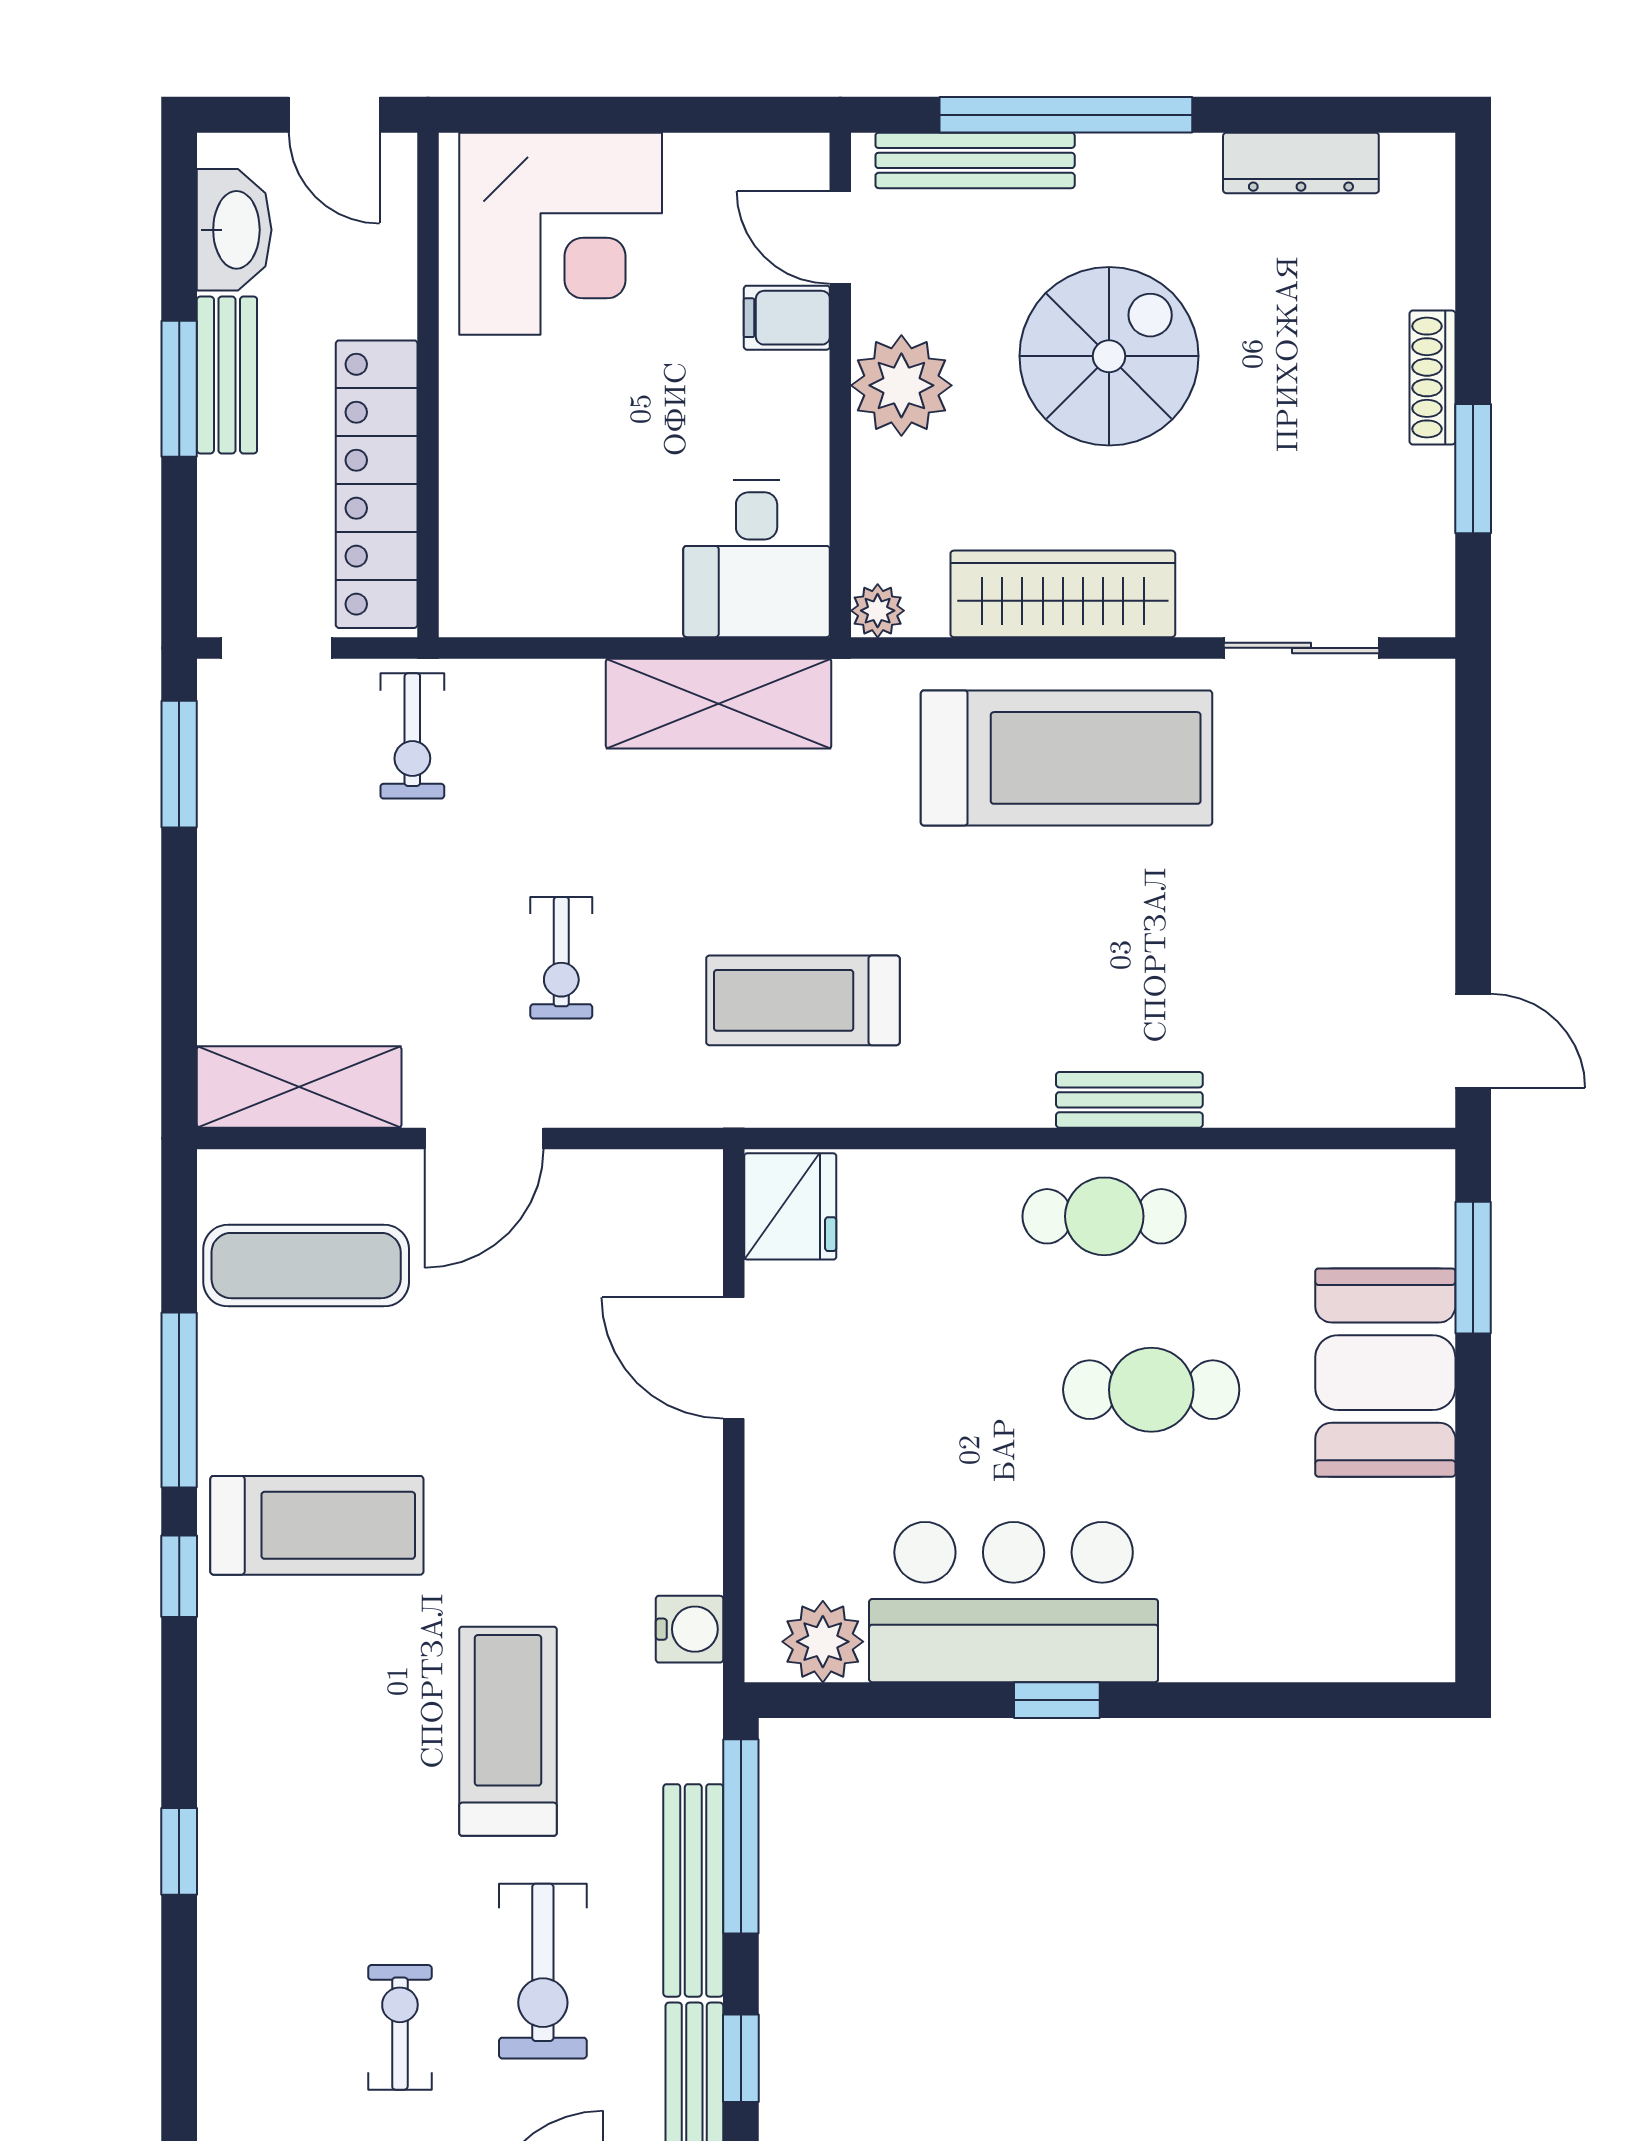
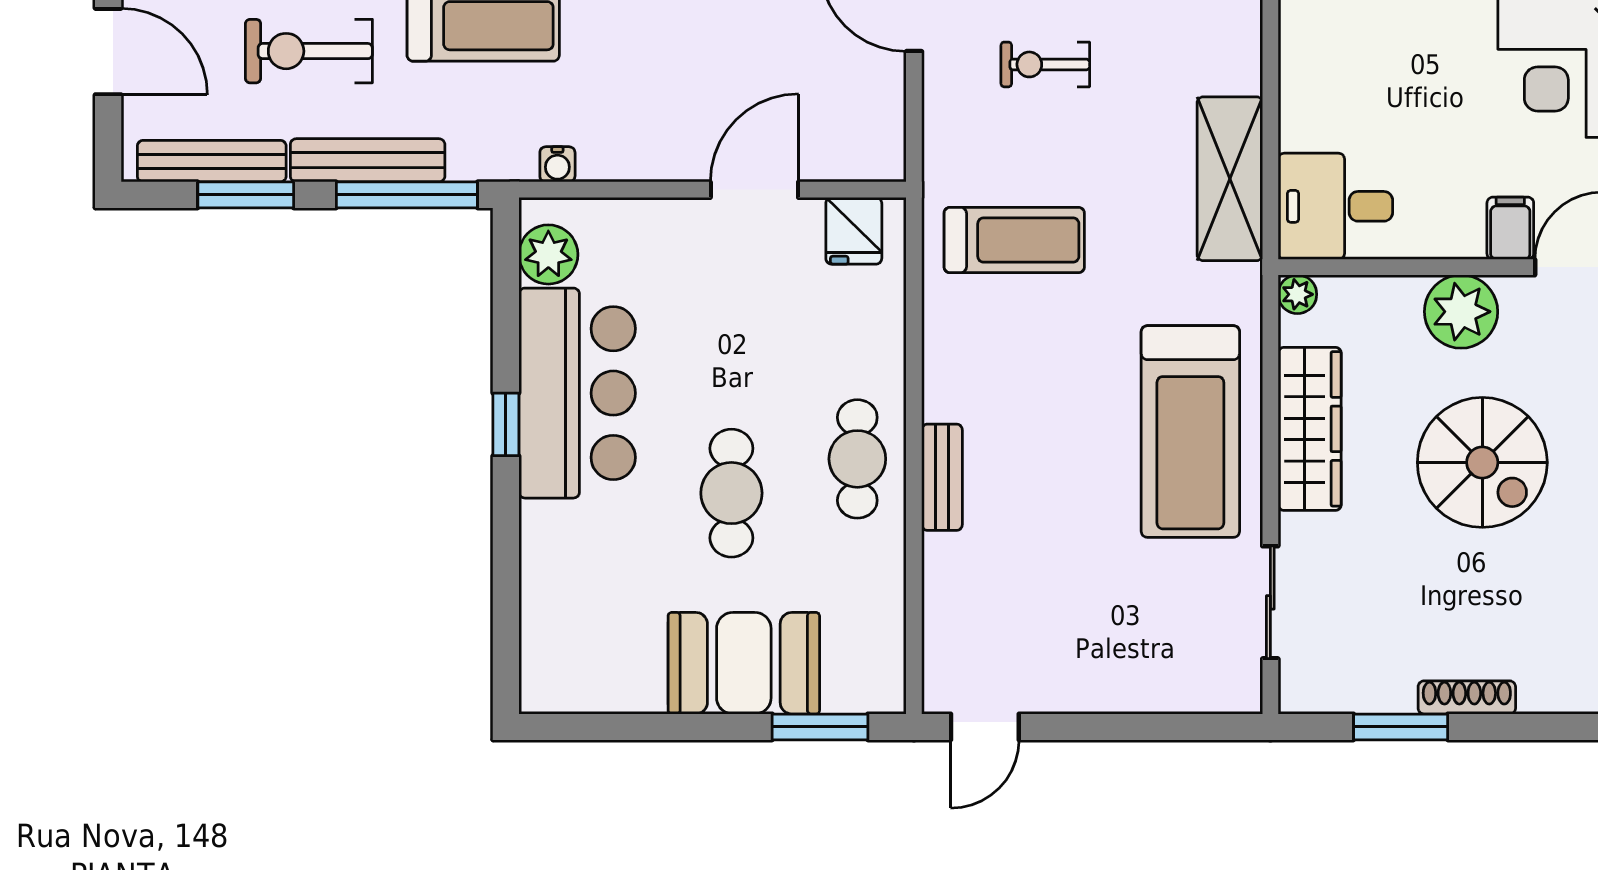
treadmill: (803, 1000) -> (1014, 240), turned 90
fridge: (790, 1206) -> (854, 231), width x0.72
water cooler: (689, 1629) -> (557, 164), width x0.72, depth x0.72
window: (741, 2058) -> (246, 195), width x1.50

